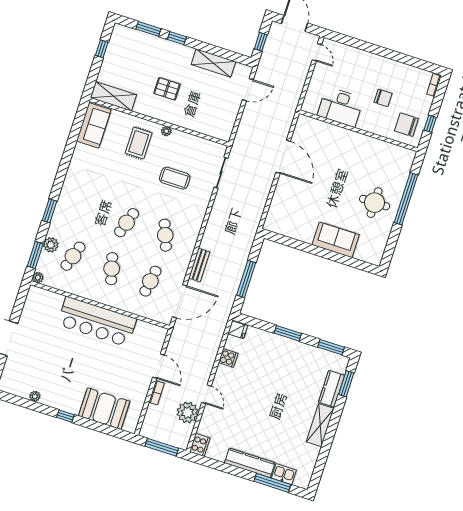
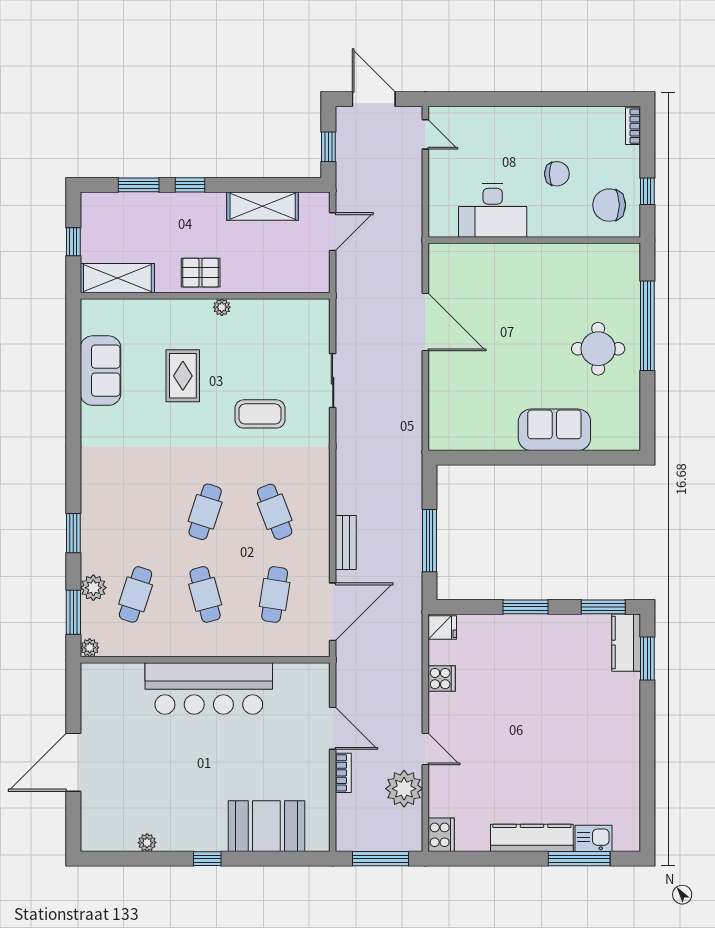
shelving: (113, 96) -> (117, 278), moved
wall: (159, 122) -> (205, 296), moved
plant: (166, 131) -> (222, 307), moved
kitchen counter: (332, 389) -> (626, 643), moved
shelving: (320, 425) -> (627, 740), removed

